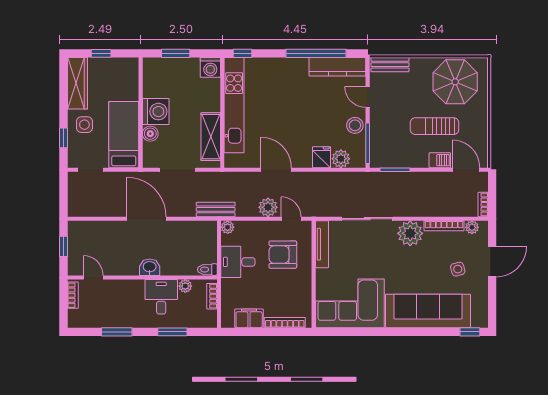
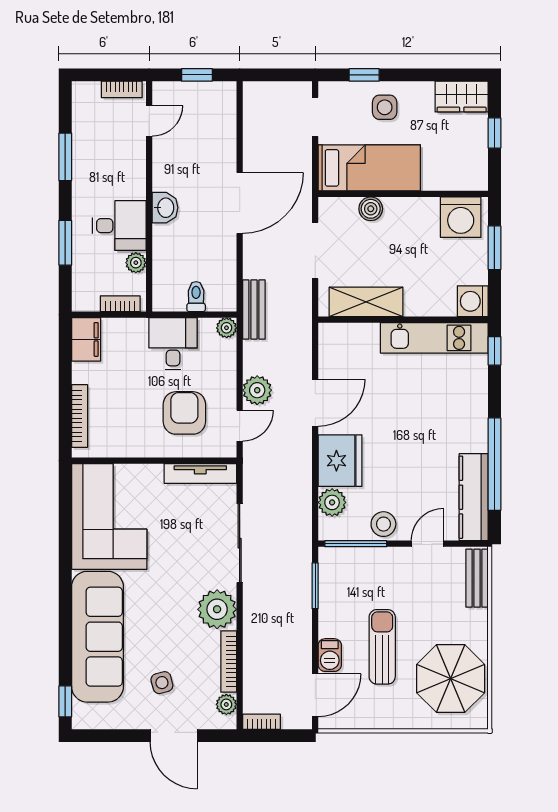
wardrobe: (78, 83) -> (462, 97), width x0.67
kitchen unit: (234, 105) -> (434, 338), width x0.73
washing machine: (156, 112) -> (461, 217), moved
fridge: (322, 157) -> (340, 461), width x1.88, depth x1.34
toilet: (207, 270) -> (196, 297), moved
filing cabinet: (249, 318) -> (86, 339), moved

